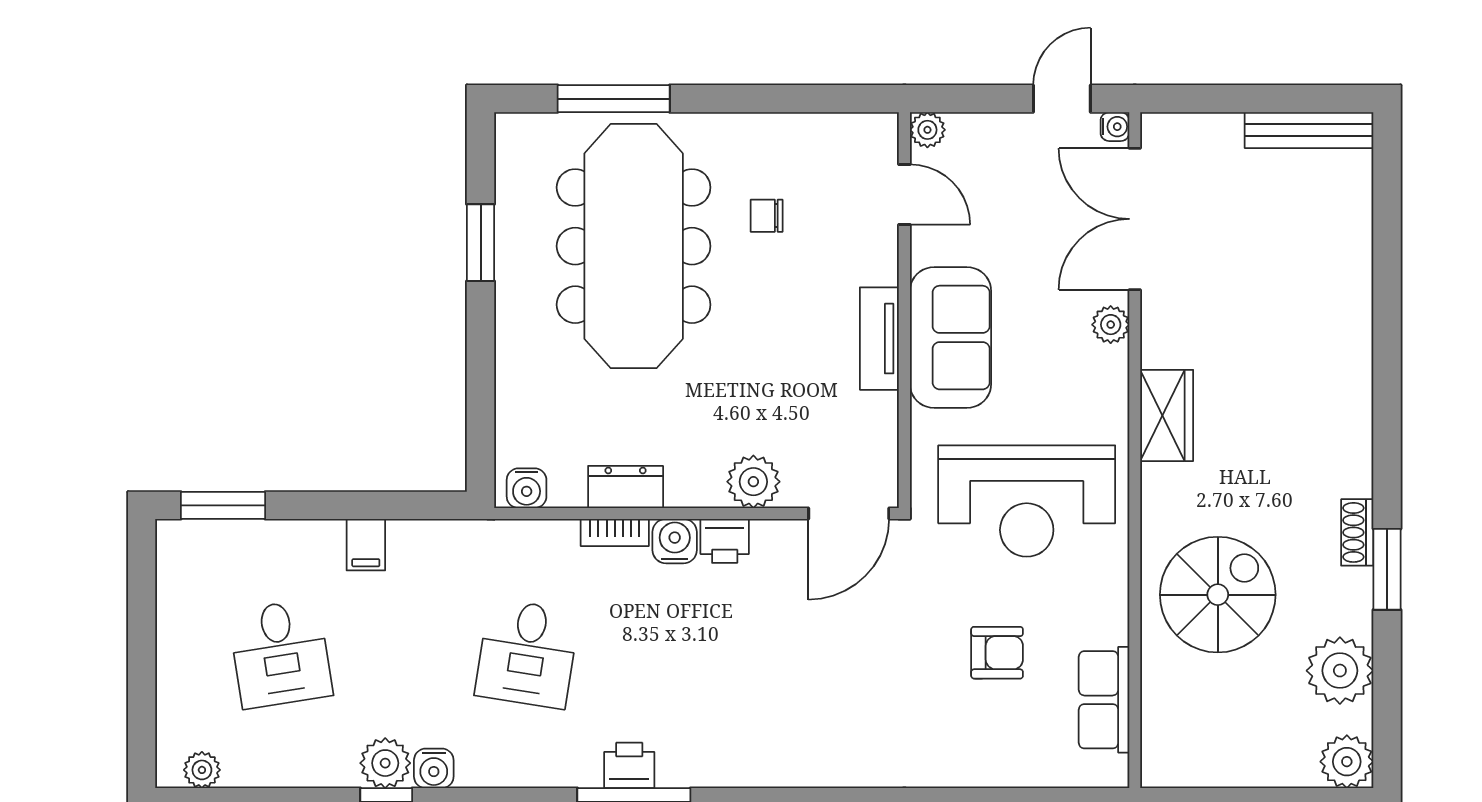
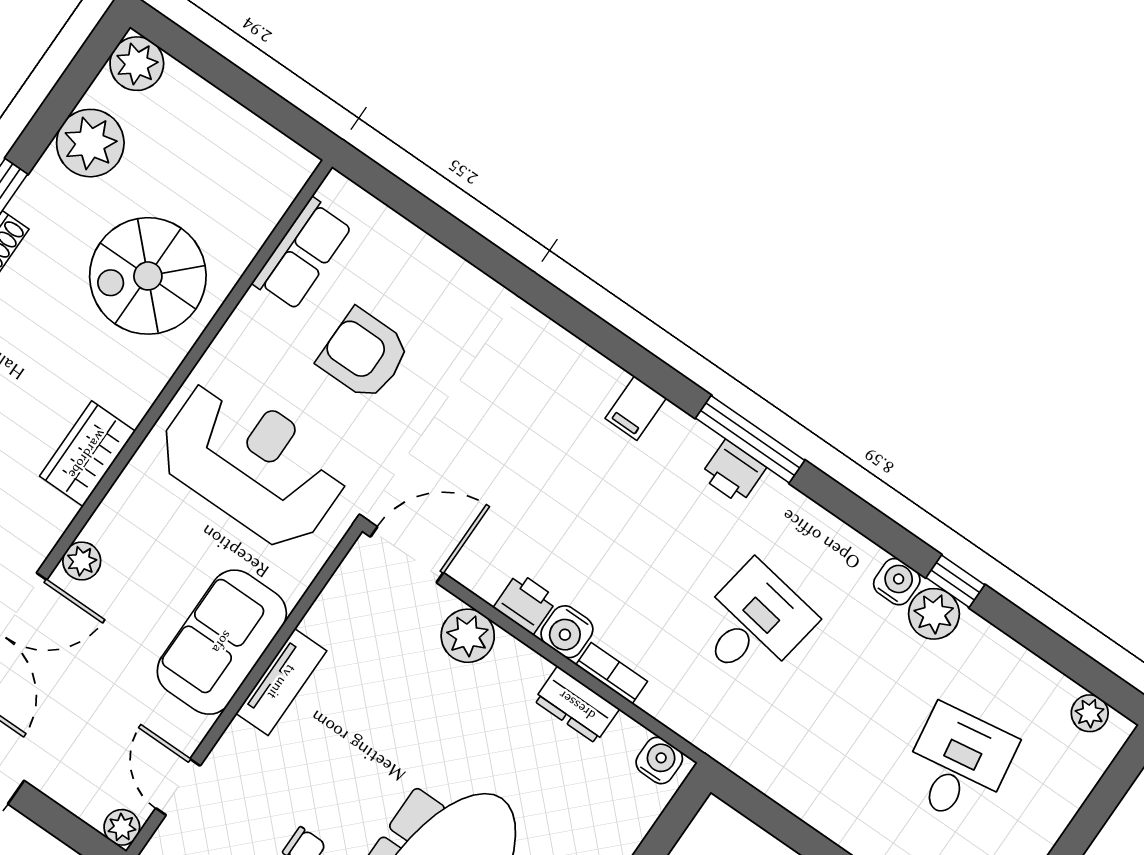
filing cabinet: (366, 545) -> (636, 408), moved, turned 180
armchair: (997, 653) -> (364, 354), width x1.38, depth x1.38

